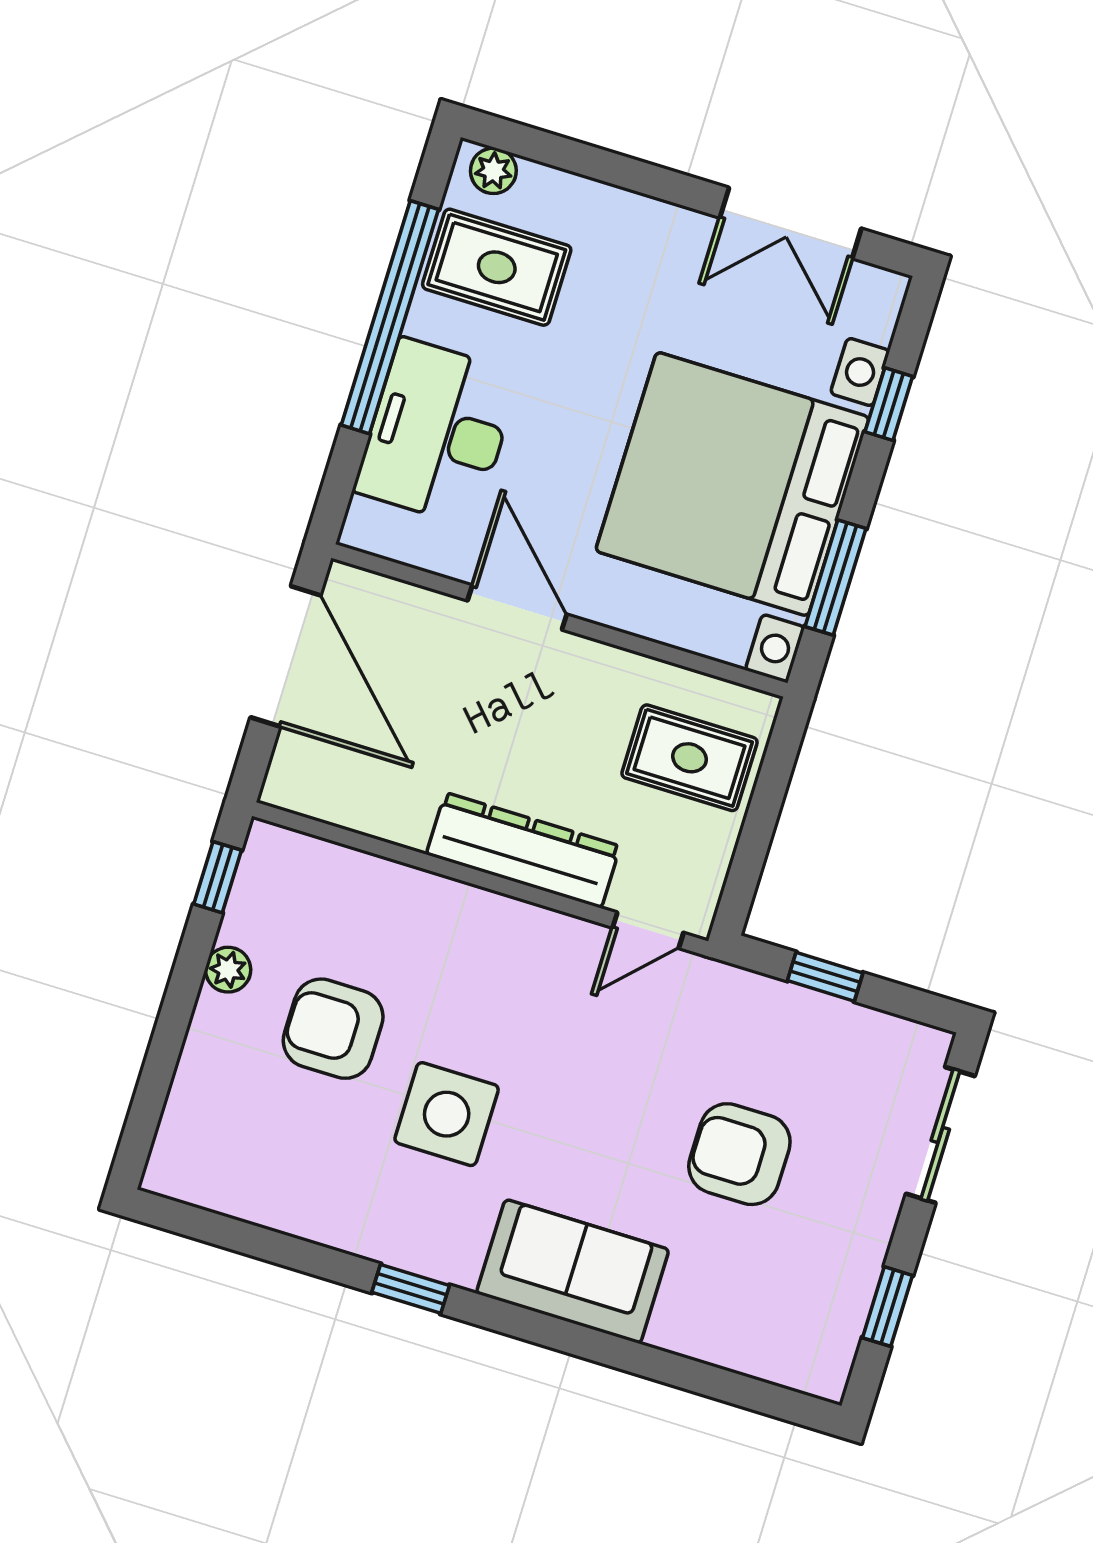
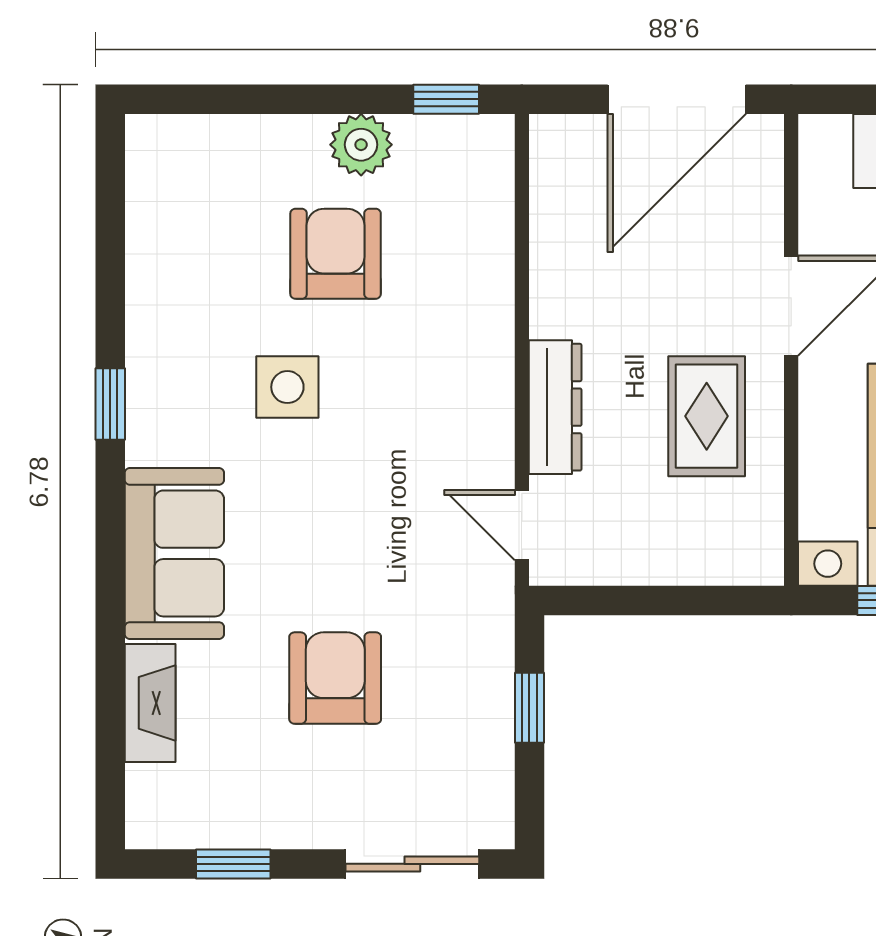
rug: (689, 758) -> (707, 416), moved
dresser: (523, 850) -> (555, 407), width x0.73, depth x0.80
plant: (228, 970) -> (361, 145), width x1.38, depth x1.38
side table: (447, 1114) -> (287, 387), width x0.73, depth x0.73
fireplace: (709, 1339) -> (150, 703), added

